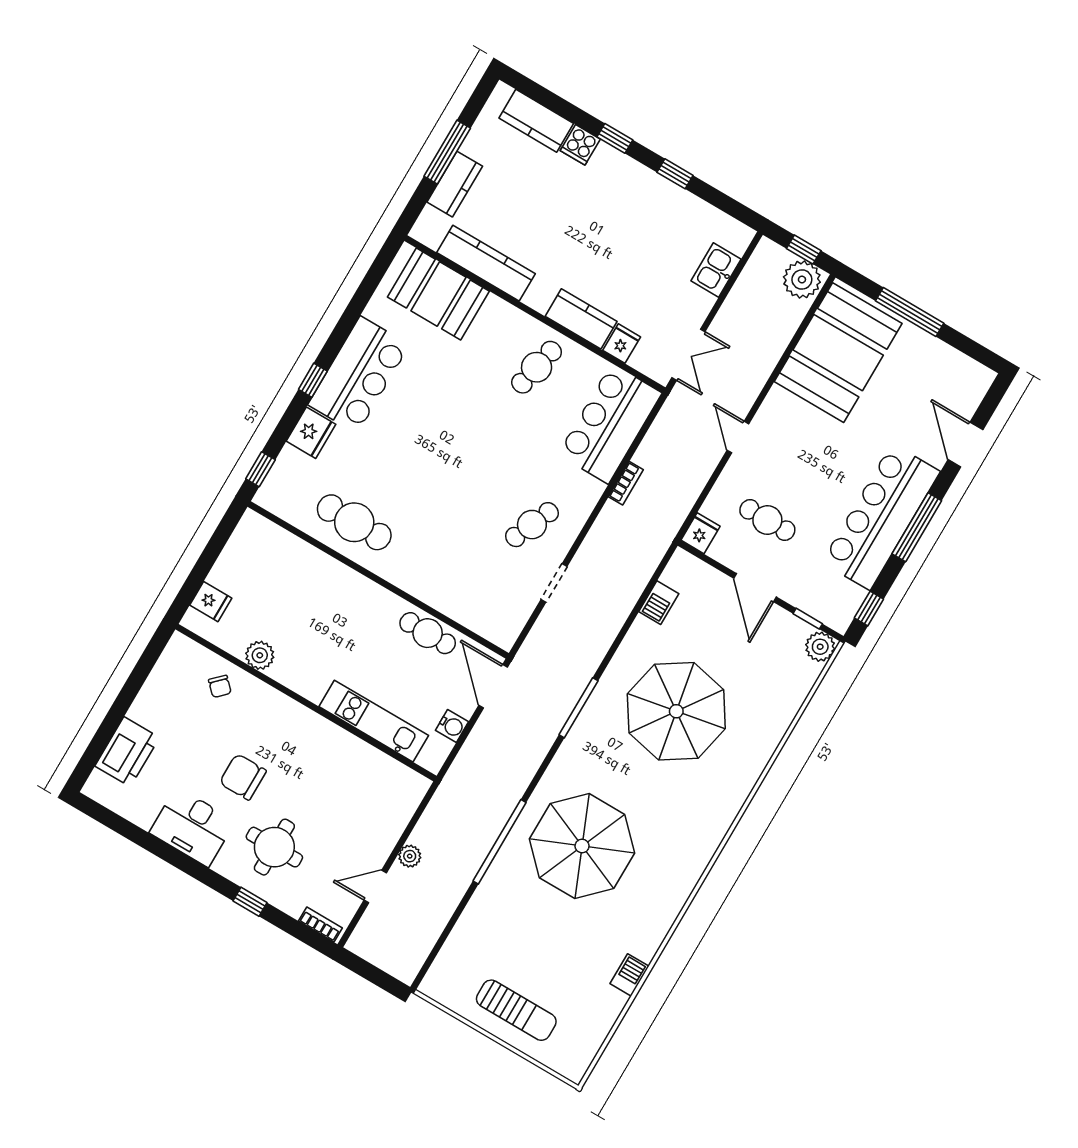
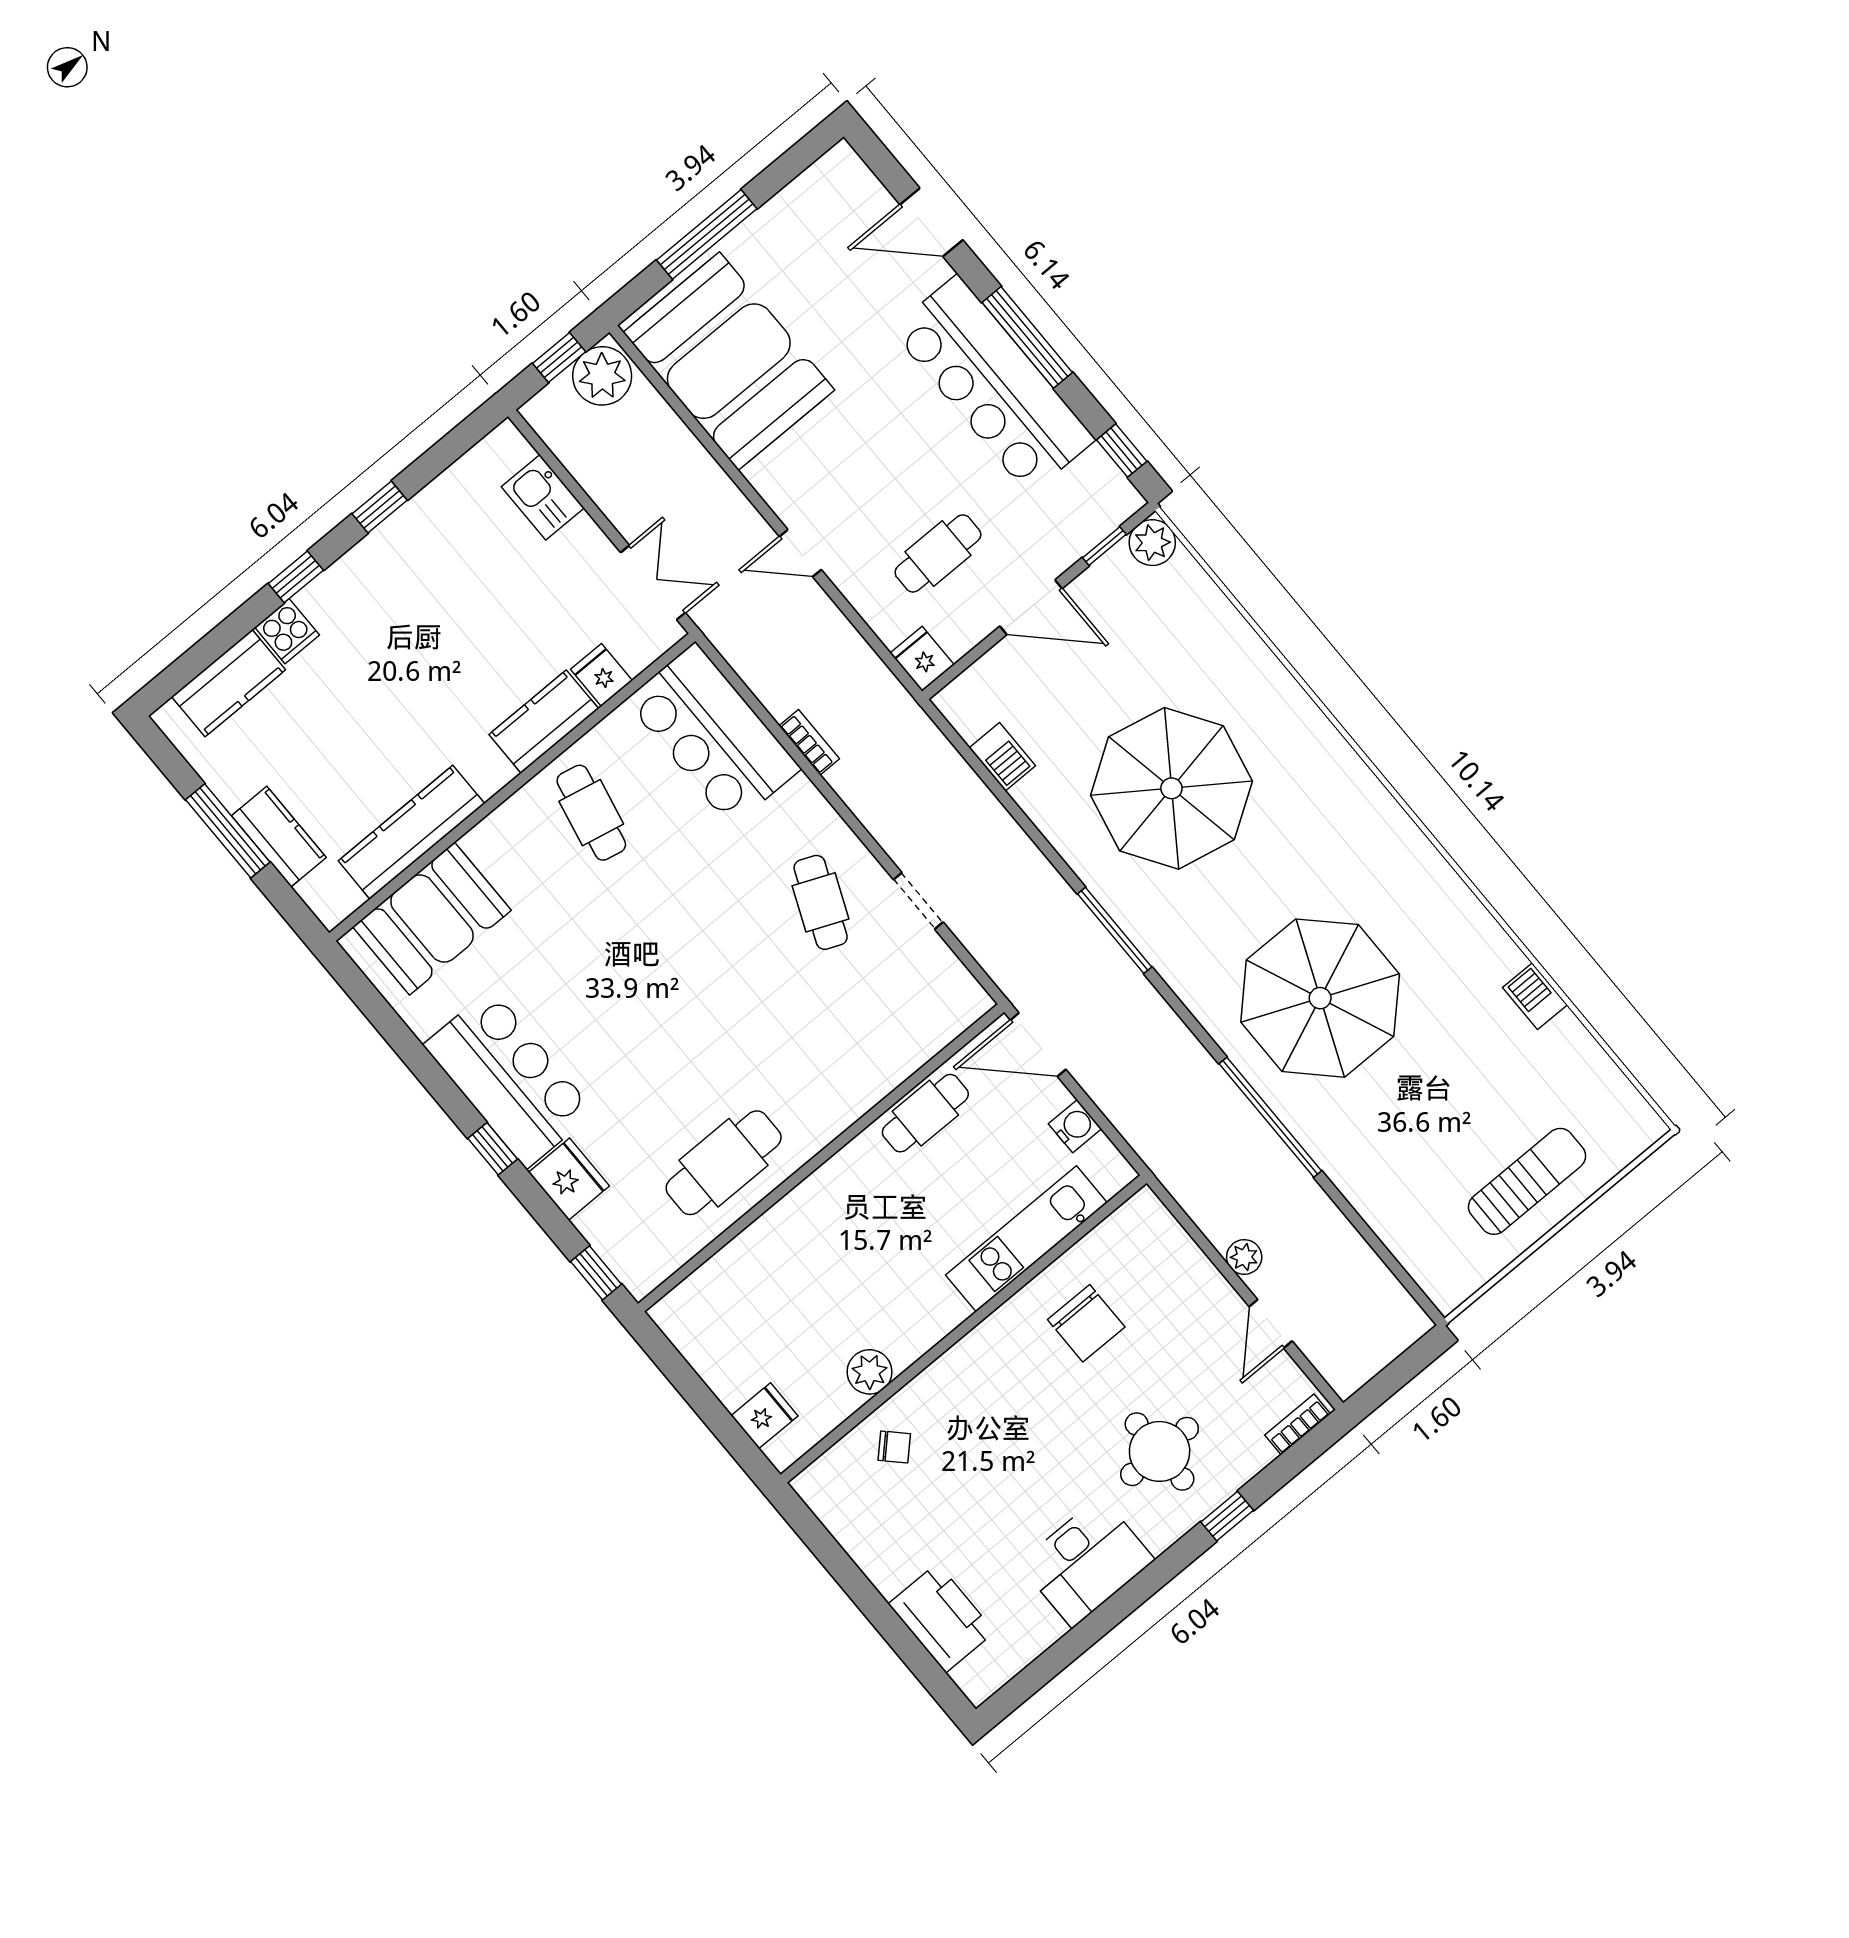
chair: (243, 777) -> (1086, 1323), moved, turned -90

